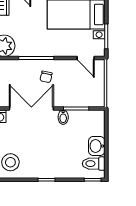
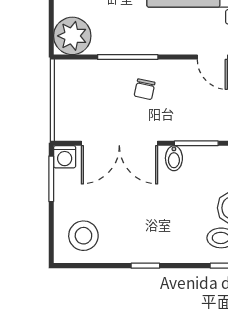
double door: (31, 108) -> (119, 143), swing flipped

